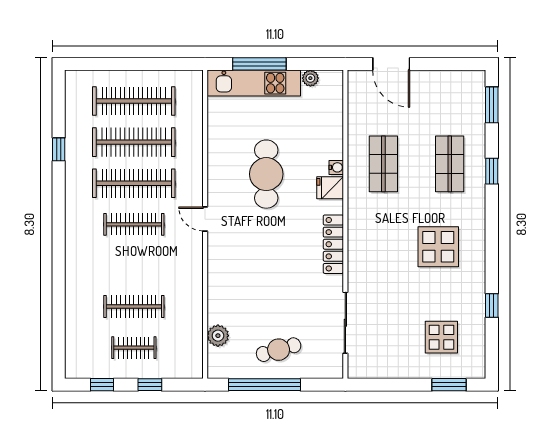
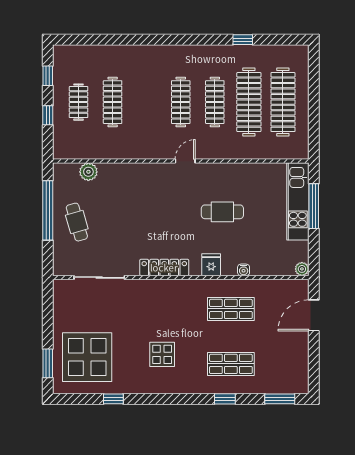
plant: (310, 78) -> (302, 269), moved
water cooler: (336, 167) -> (244, 270), moved
cafe table: (266, 174) -> (222, 212), width x0.73, depth x0.74
clothes rail: (134, 183) -> (215, 102), width x0.73, depth x0.76
display table: (438, 247) -> (162, 354), width x0.73, depth x0.73
display table: (441, 337) -> (87, 357), width x1.86, depth x1.86

